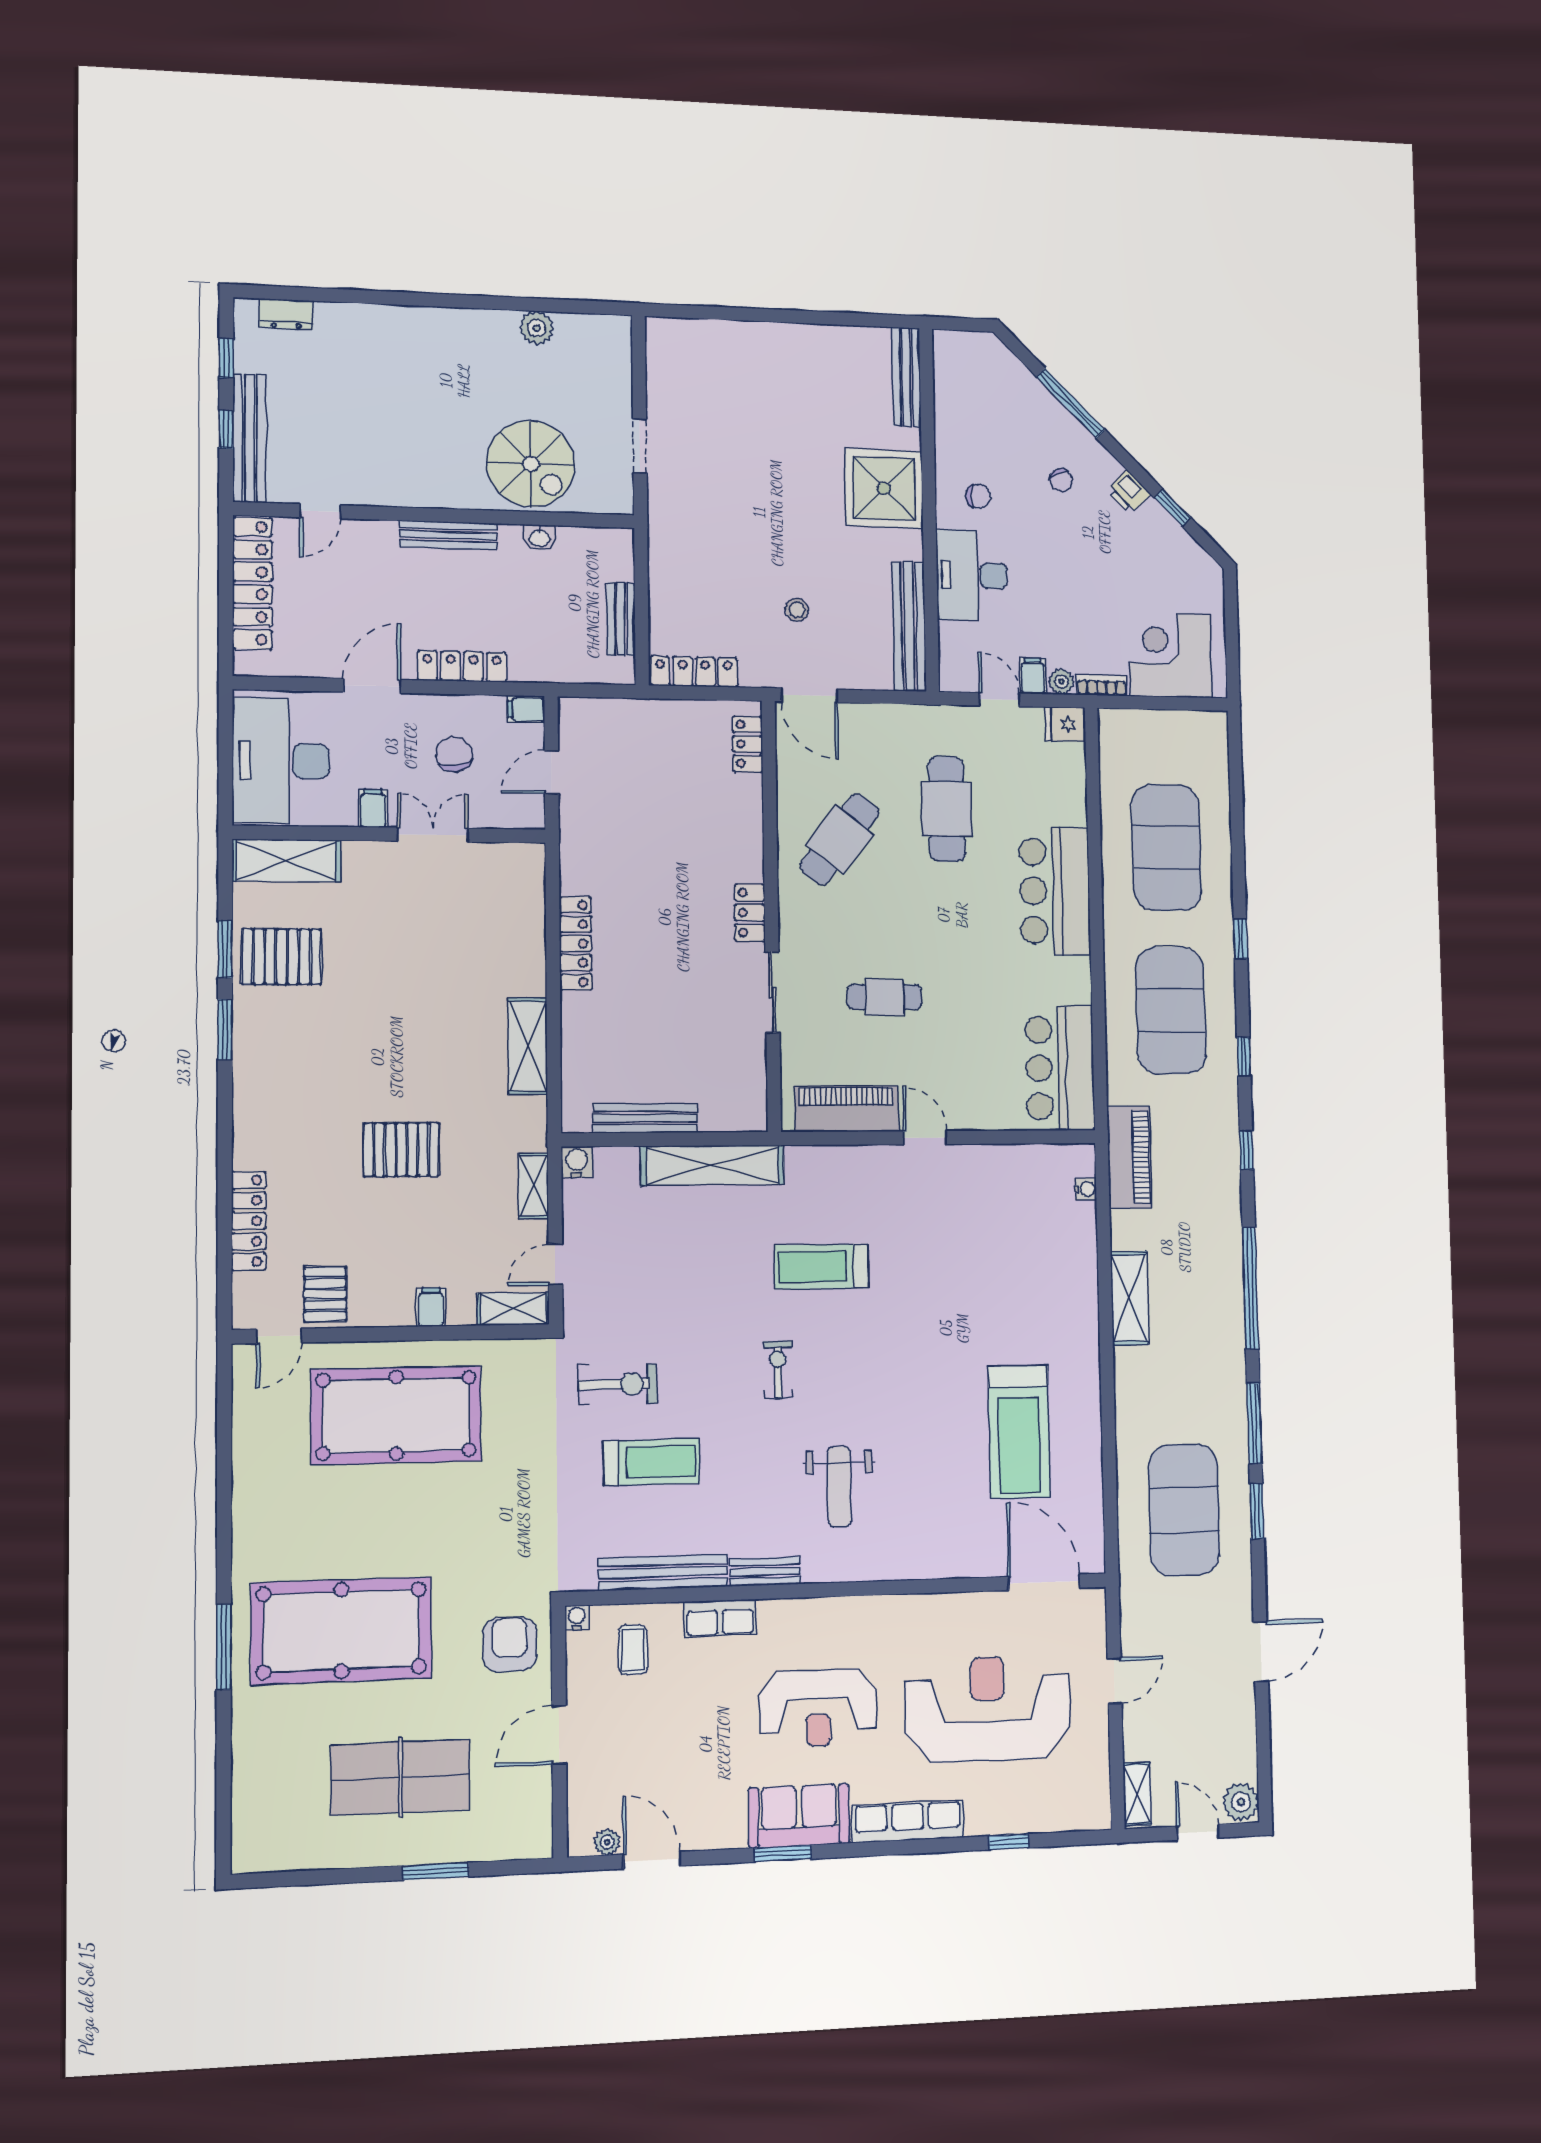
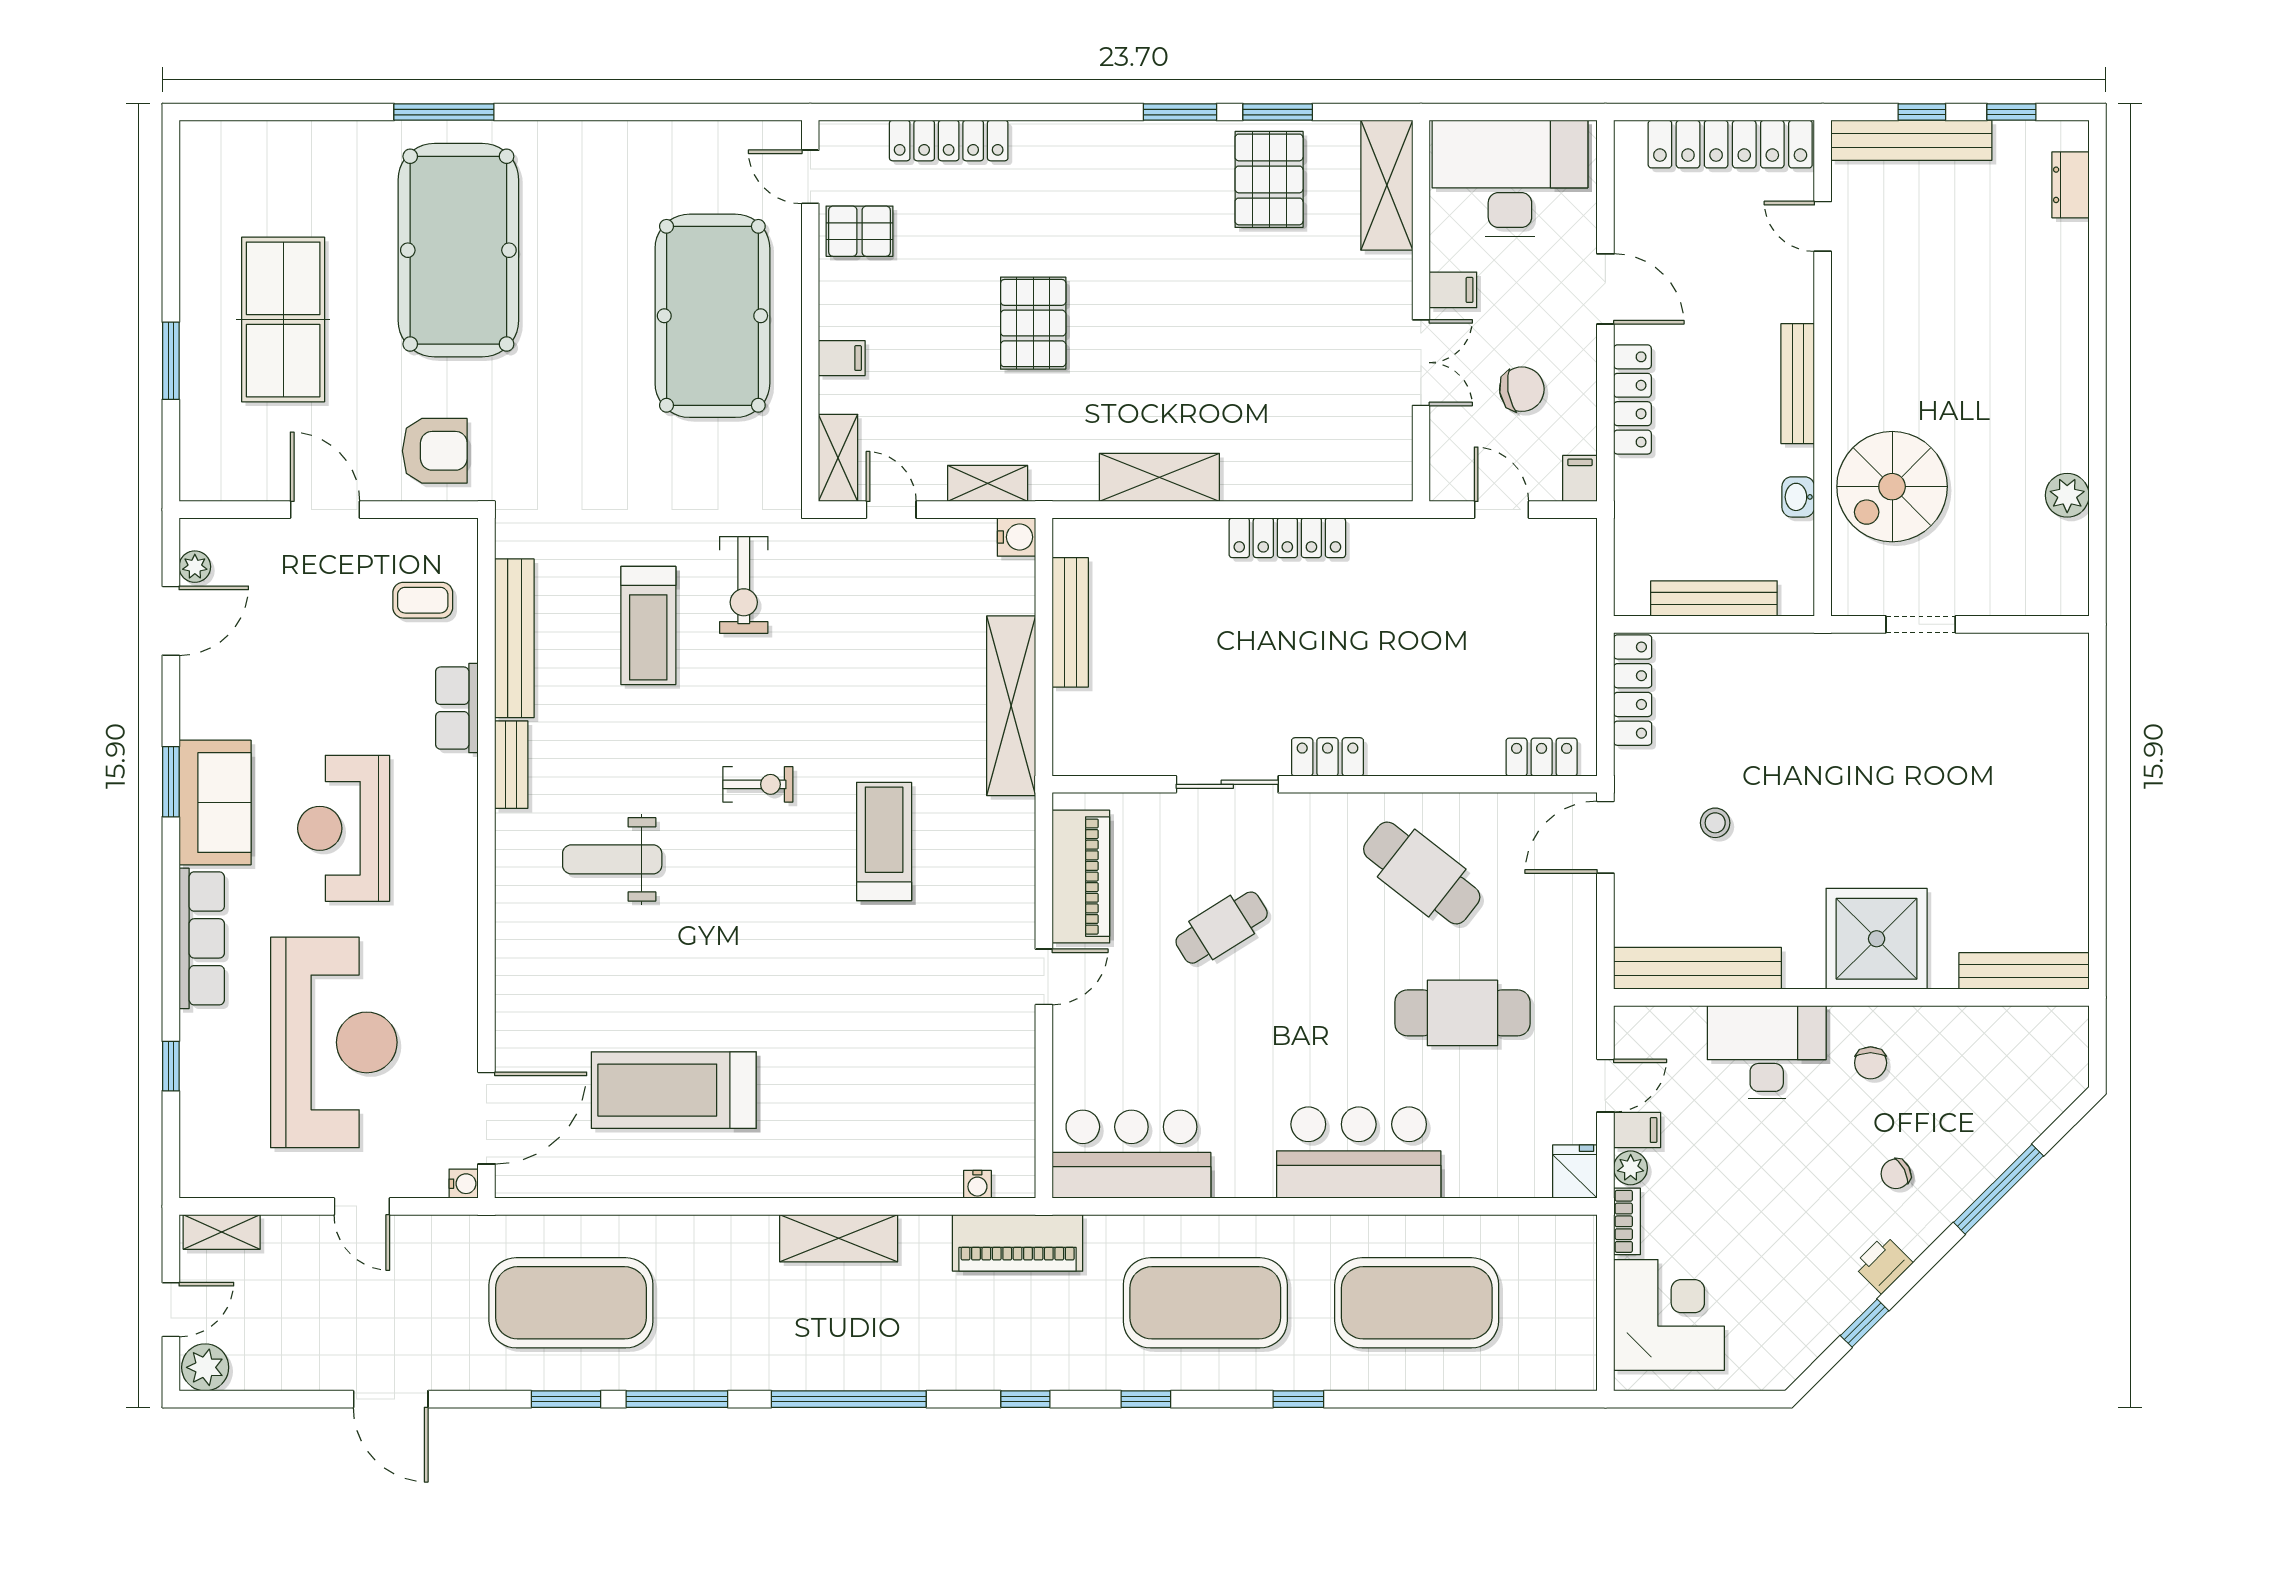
bench: (621, 619) -> (1714, 598), width x1.36
cafe table: (884, 997) -> (1222, 928), turned 58
water cooler: (577, 1618) -> (464, 1184), moved

